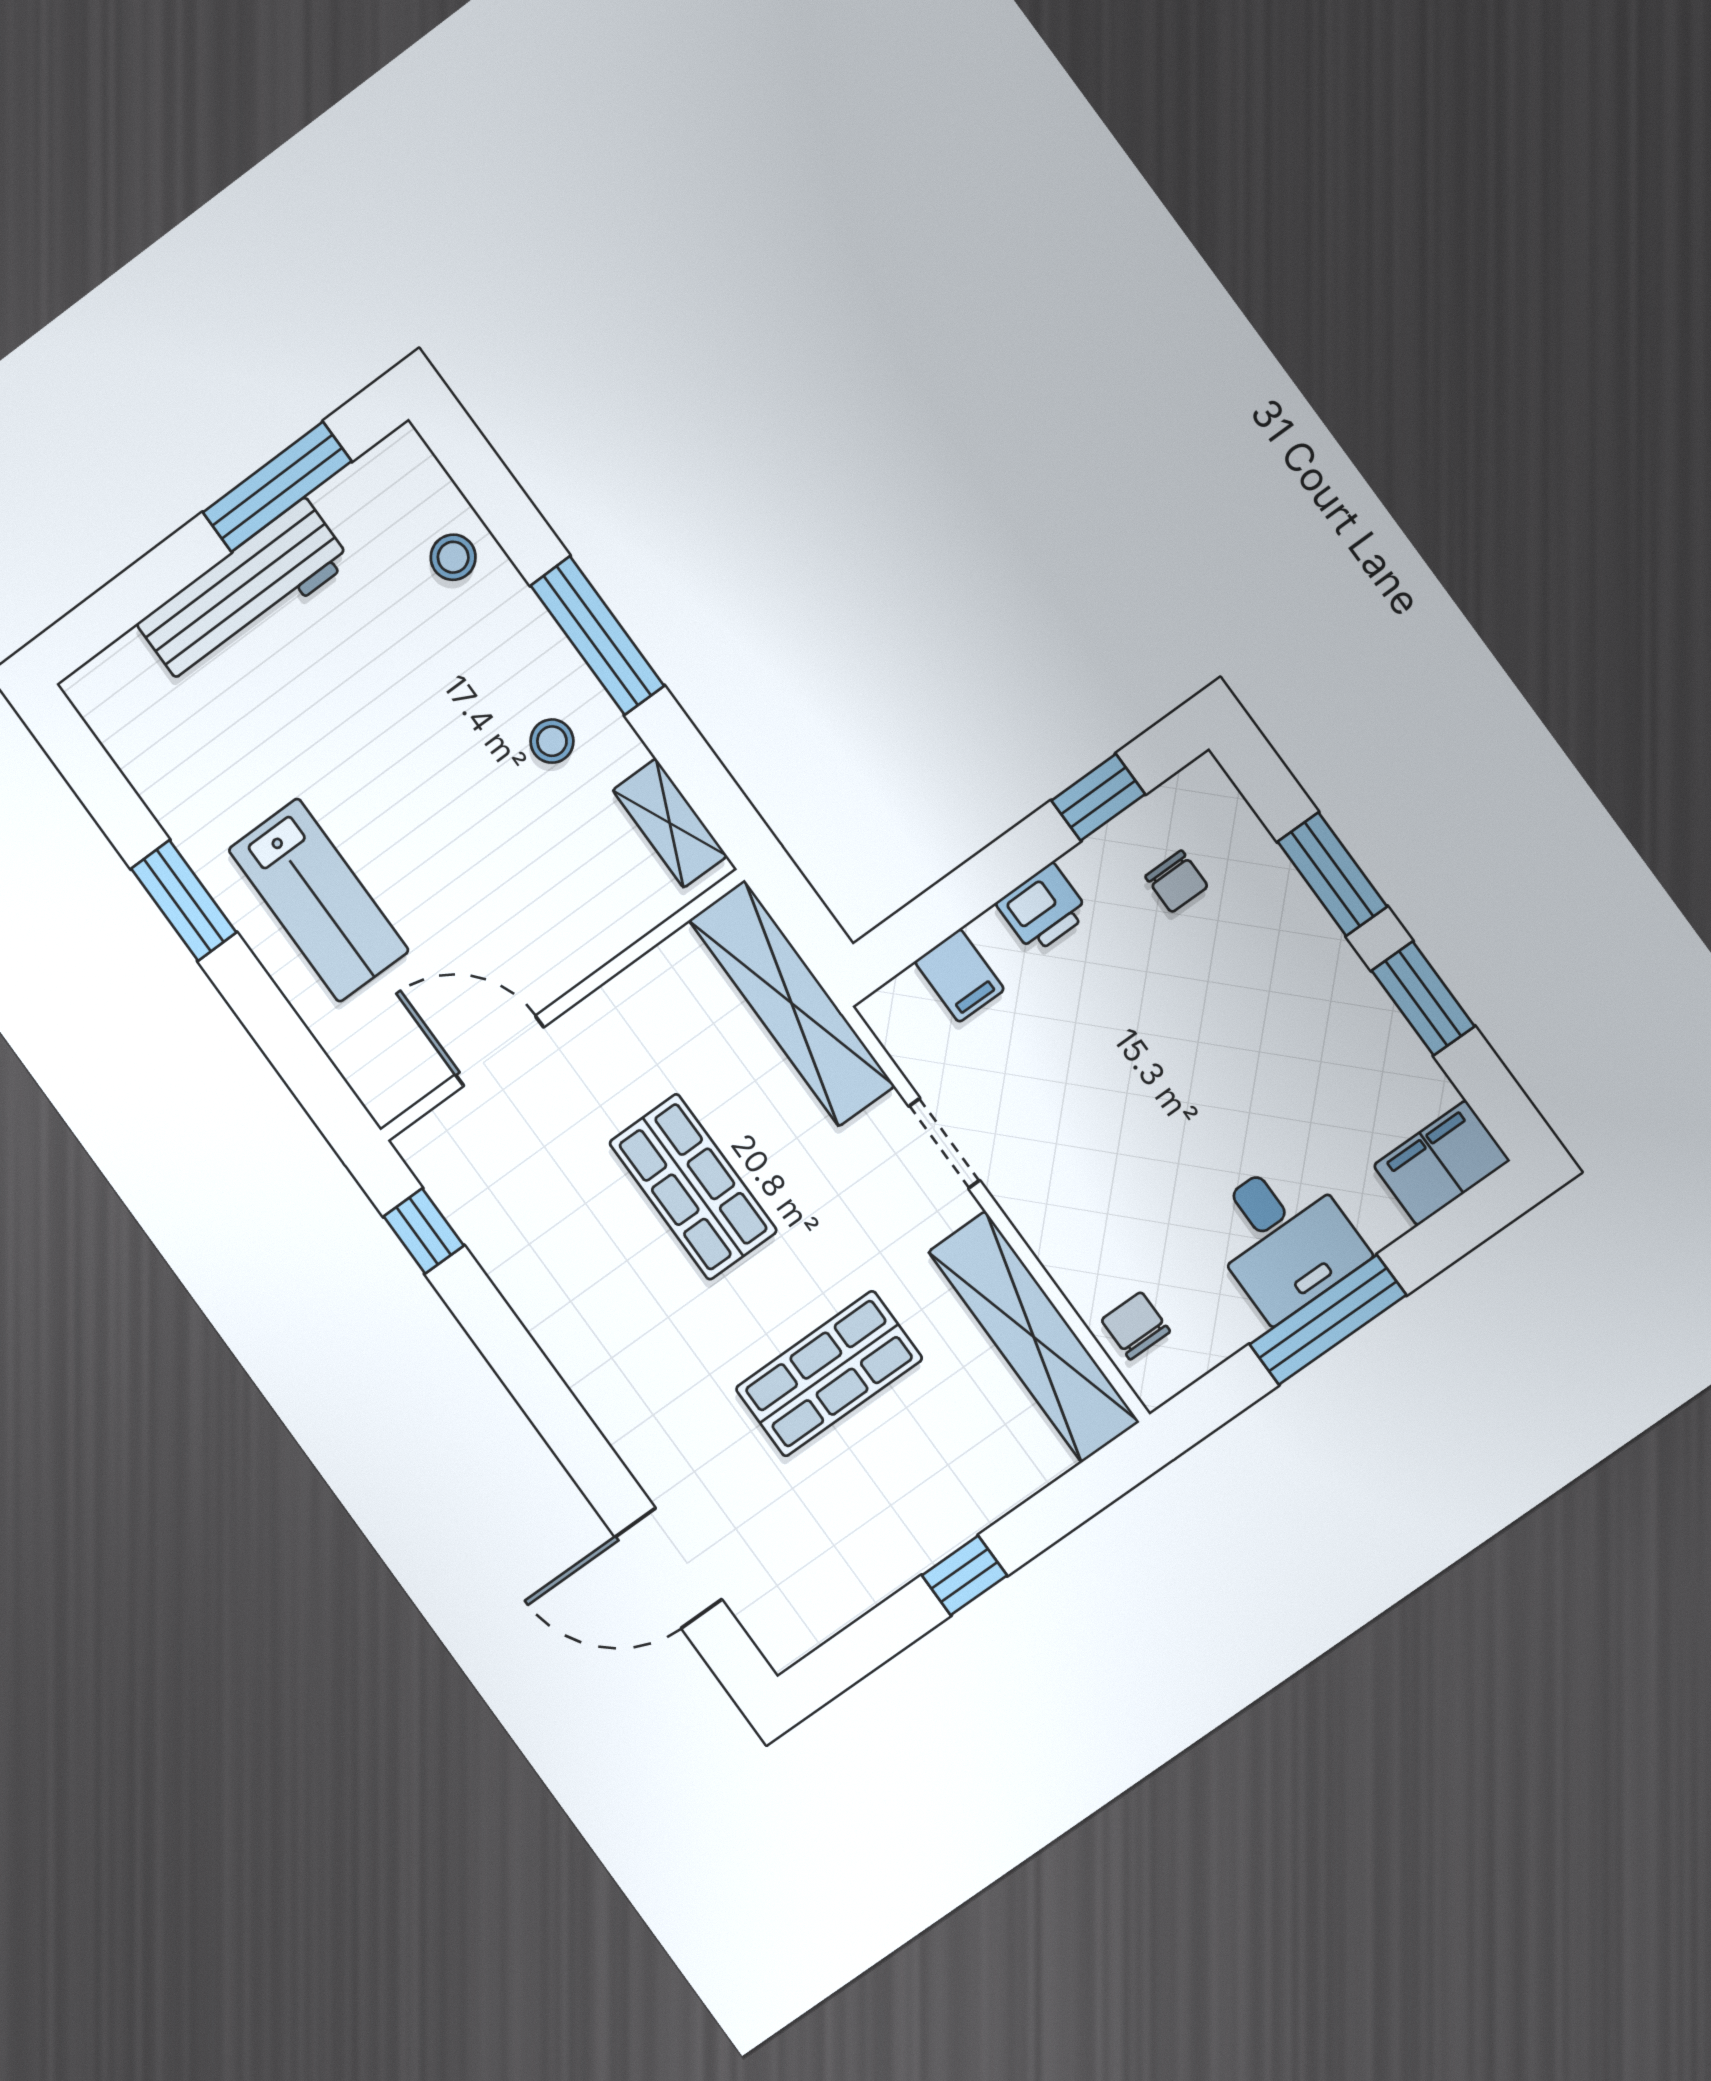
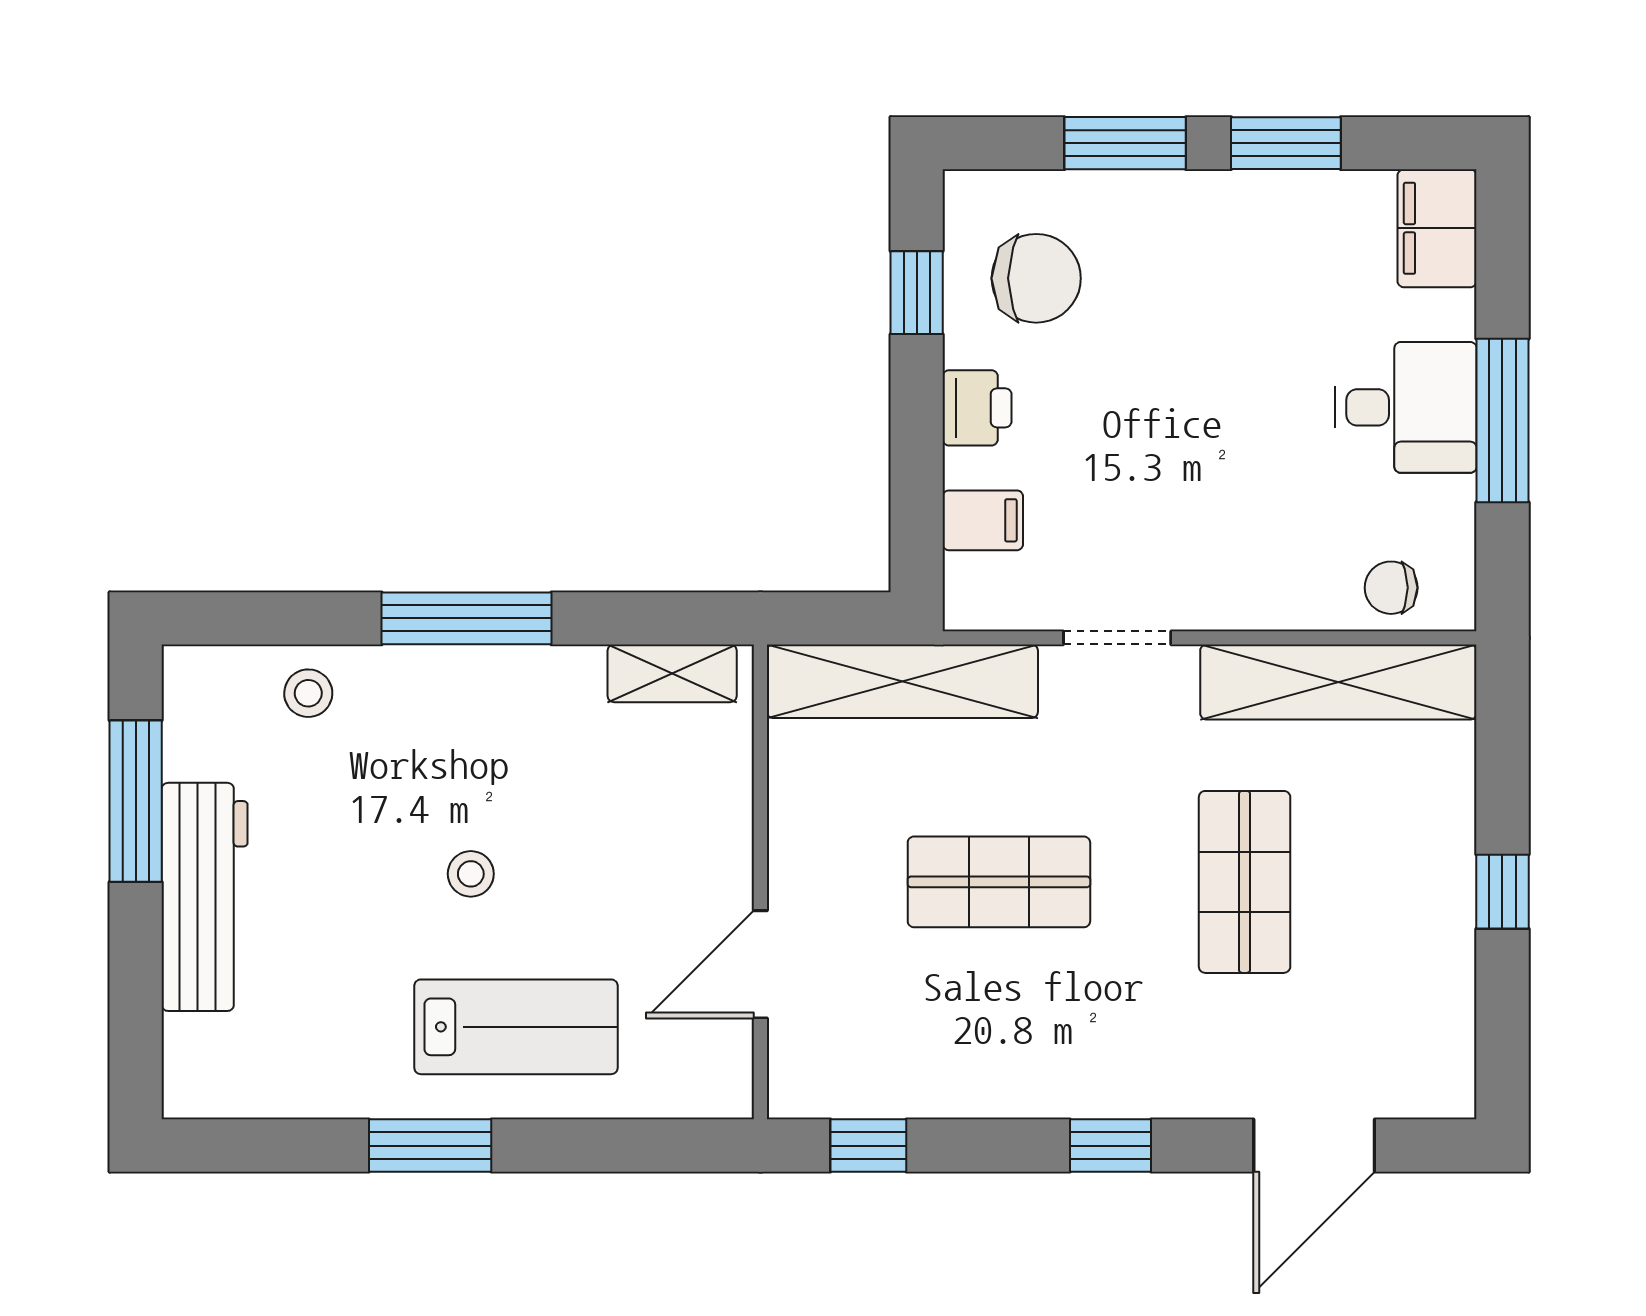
stool: (552, 741) -> (471, 874), moved
chair: (1177, 881) -> (1036, 278), width x1.87, depth x1.87
window: (557, 1414) -> (1111, 1146), added

